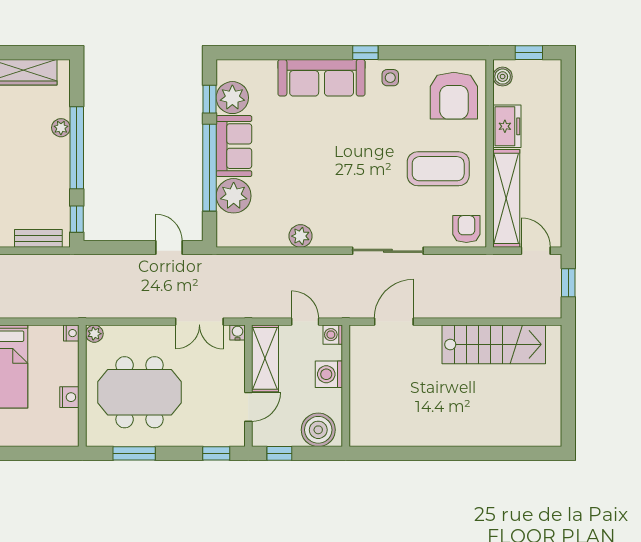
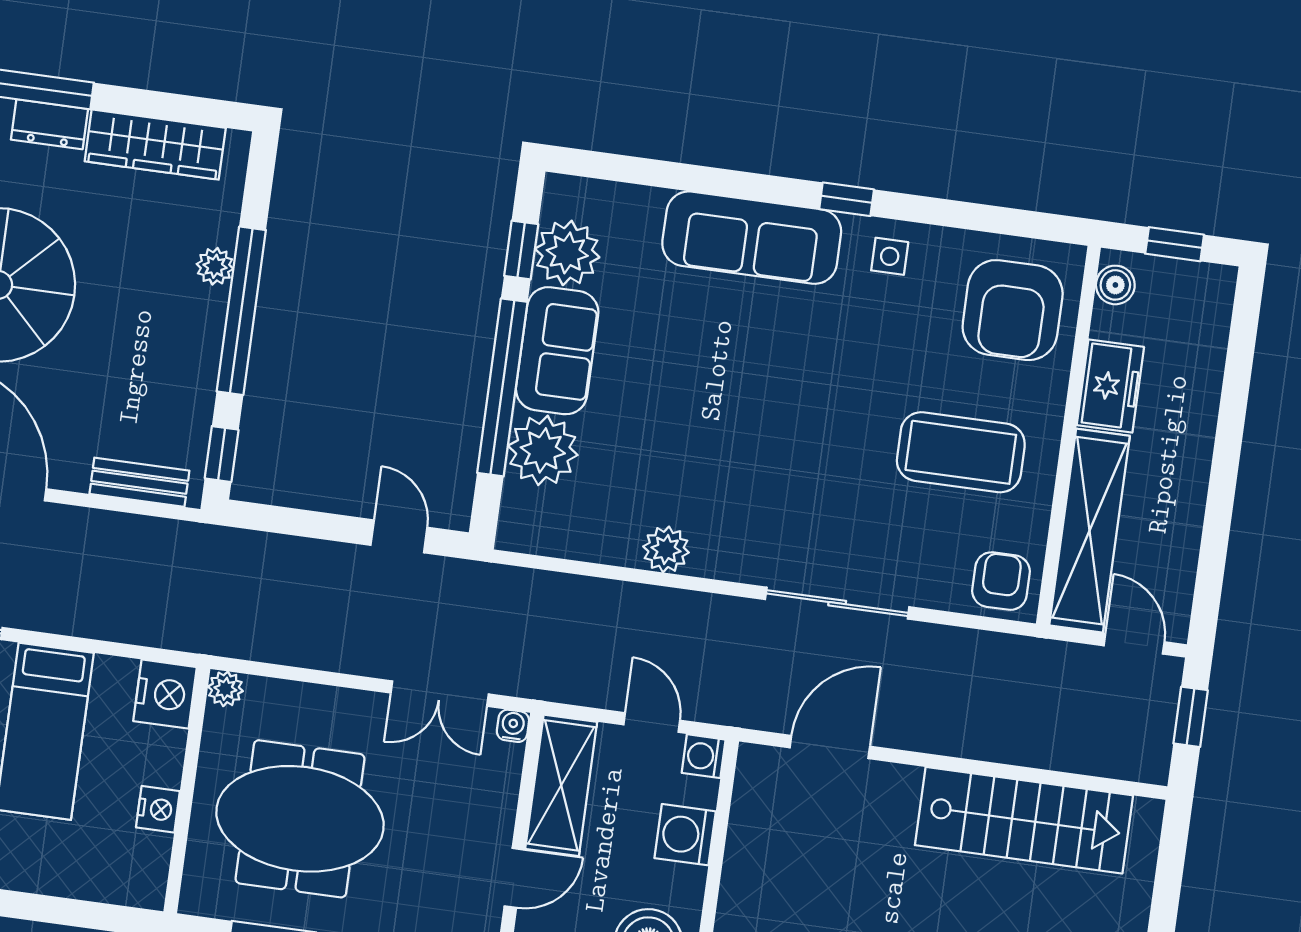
nightstand: (71, 333) -> (165, 694), width x1.89, depth x1.79

